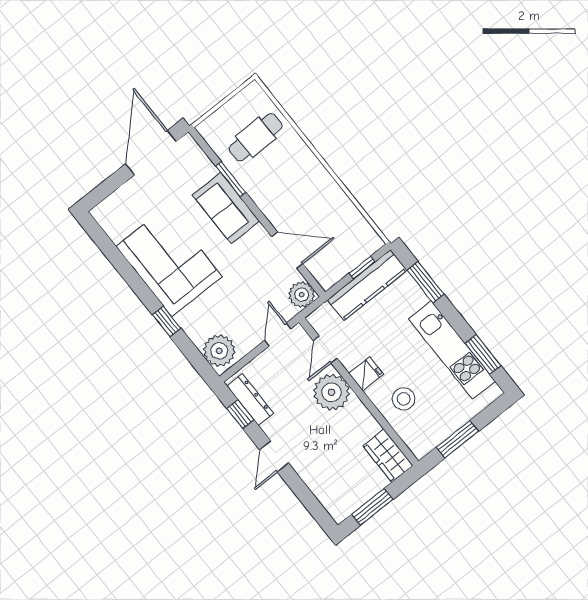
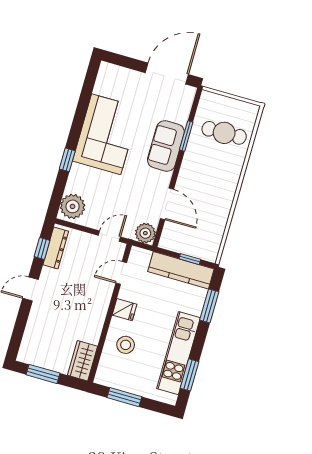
plant: (332, 392) -> (97, 296), removed

